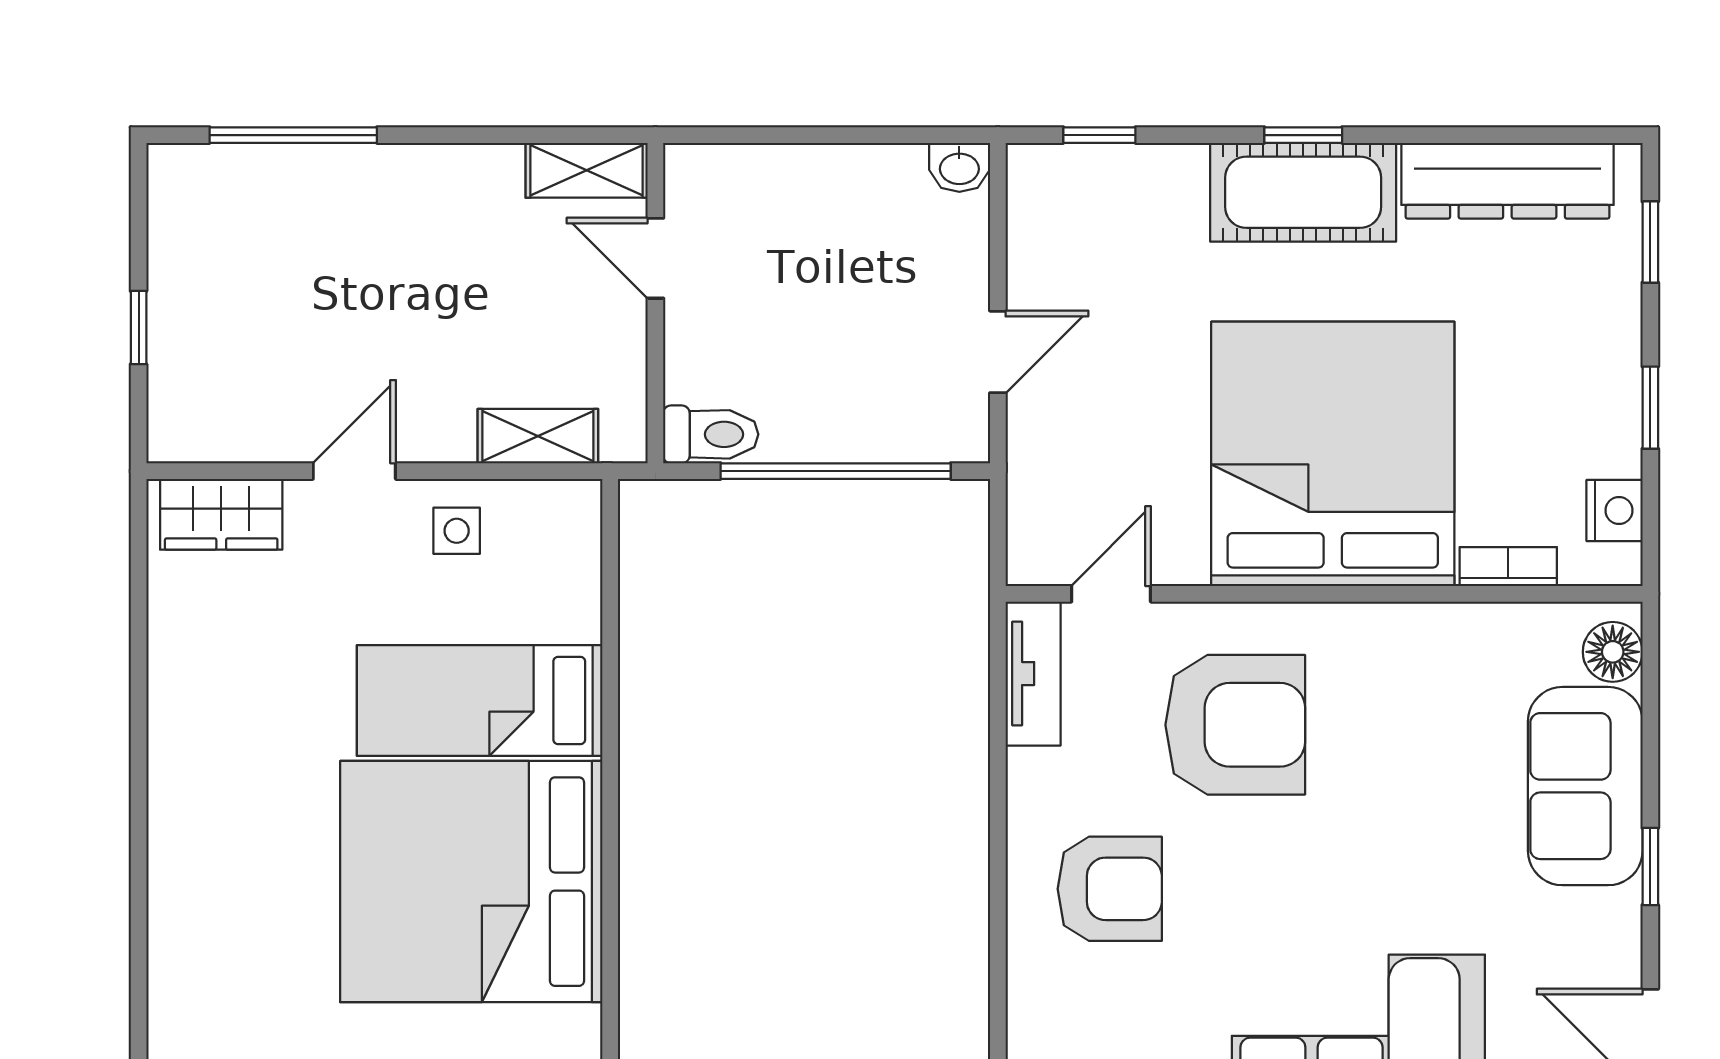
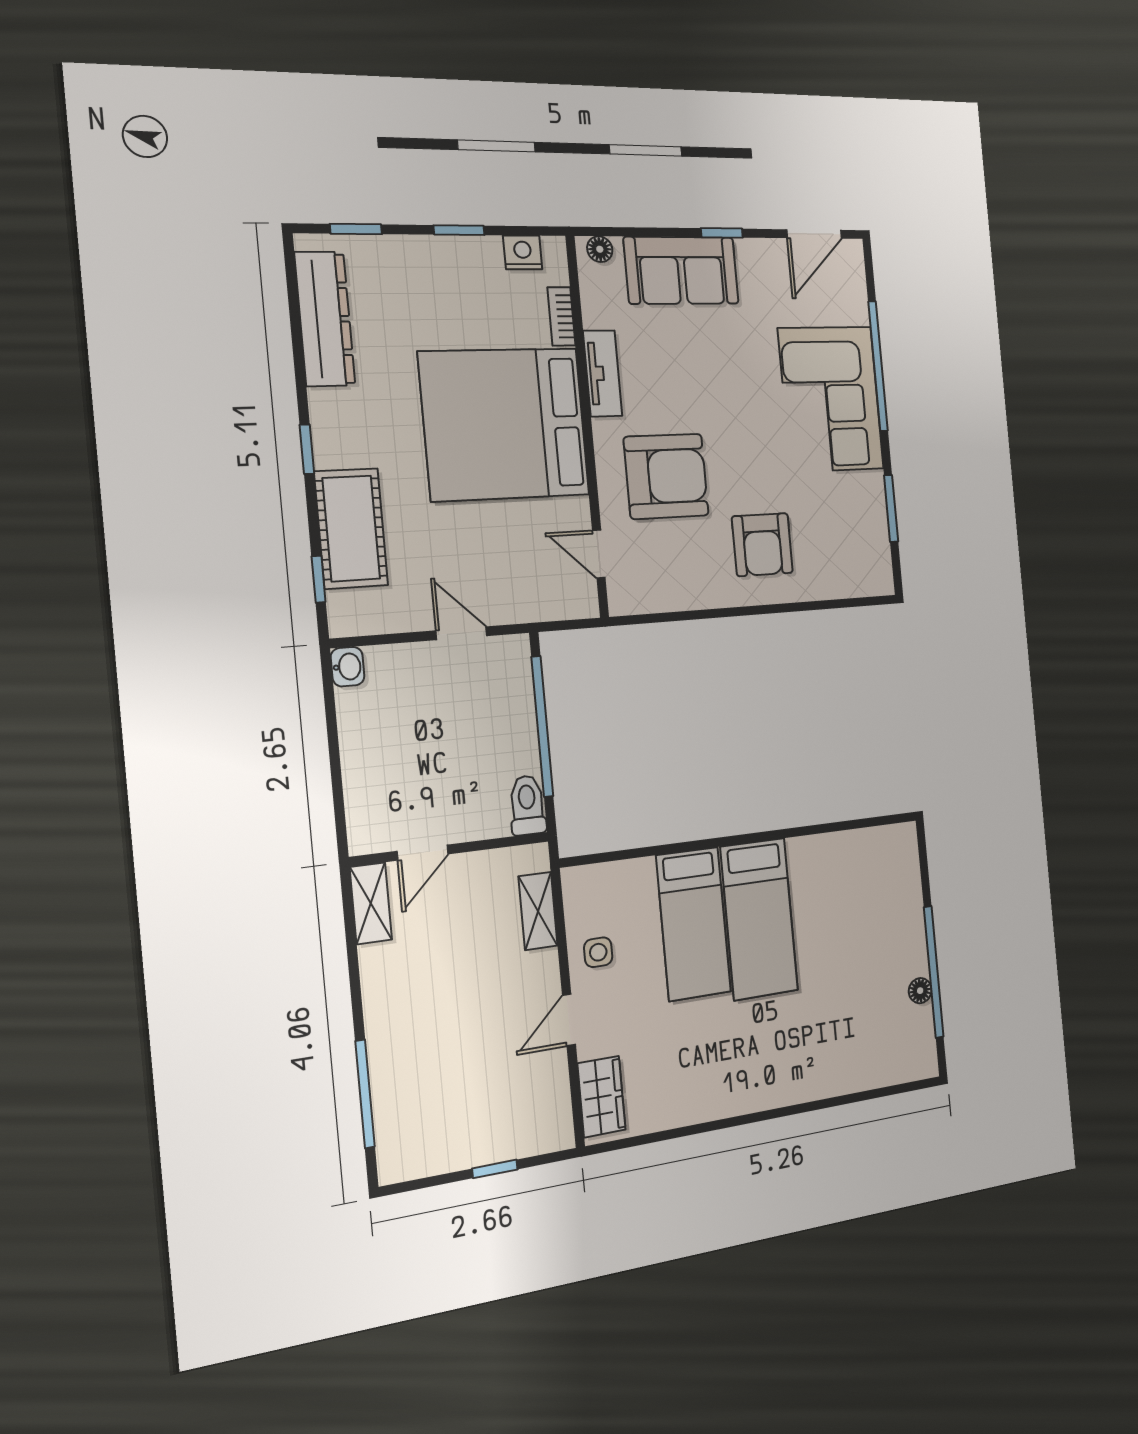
cot: (1303, 192) -> (351, 528), moved
door: (354, 471) -> (569, 1020), hinge flipped
floor lamp: (1613, 652) -> (600, 249), width x0.73, depth x0.73
tv unit: (1033, 674) -> (603, 373), moved, turned 90
armchair: (1235, 725) -> (666, 476), turned 90
bed: (471, 882) -> (759, 919), width x0.49
armchair: (1110, 889) -> (762, 545), turned 180

